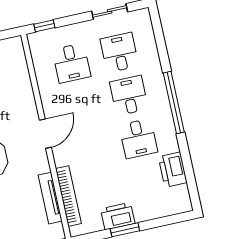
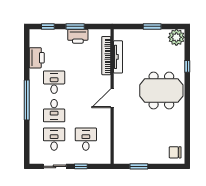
window: (44, 26) -> (81, 166), moved
desk: (119, 53) -> (54, 139), turned 180
window: (166, 221) -> (48, 26), added

